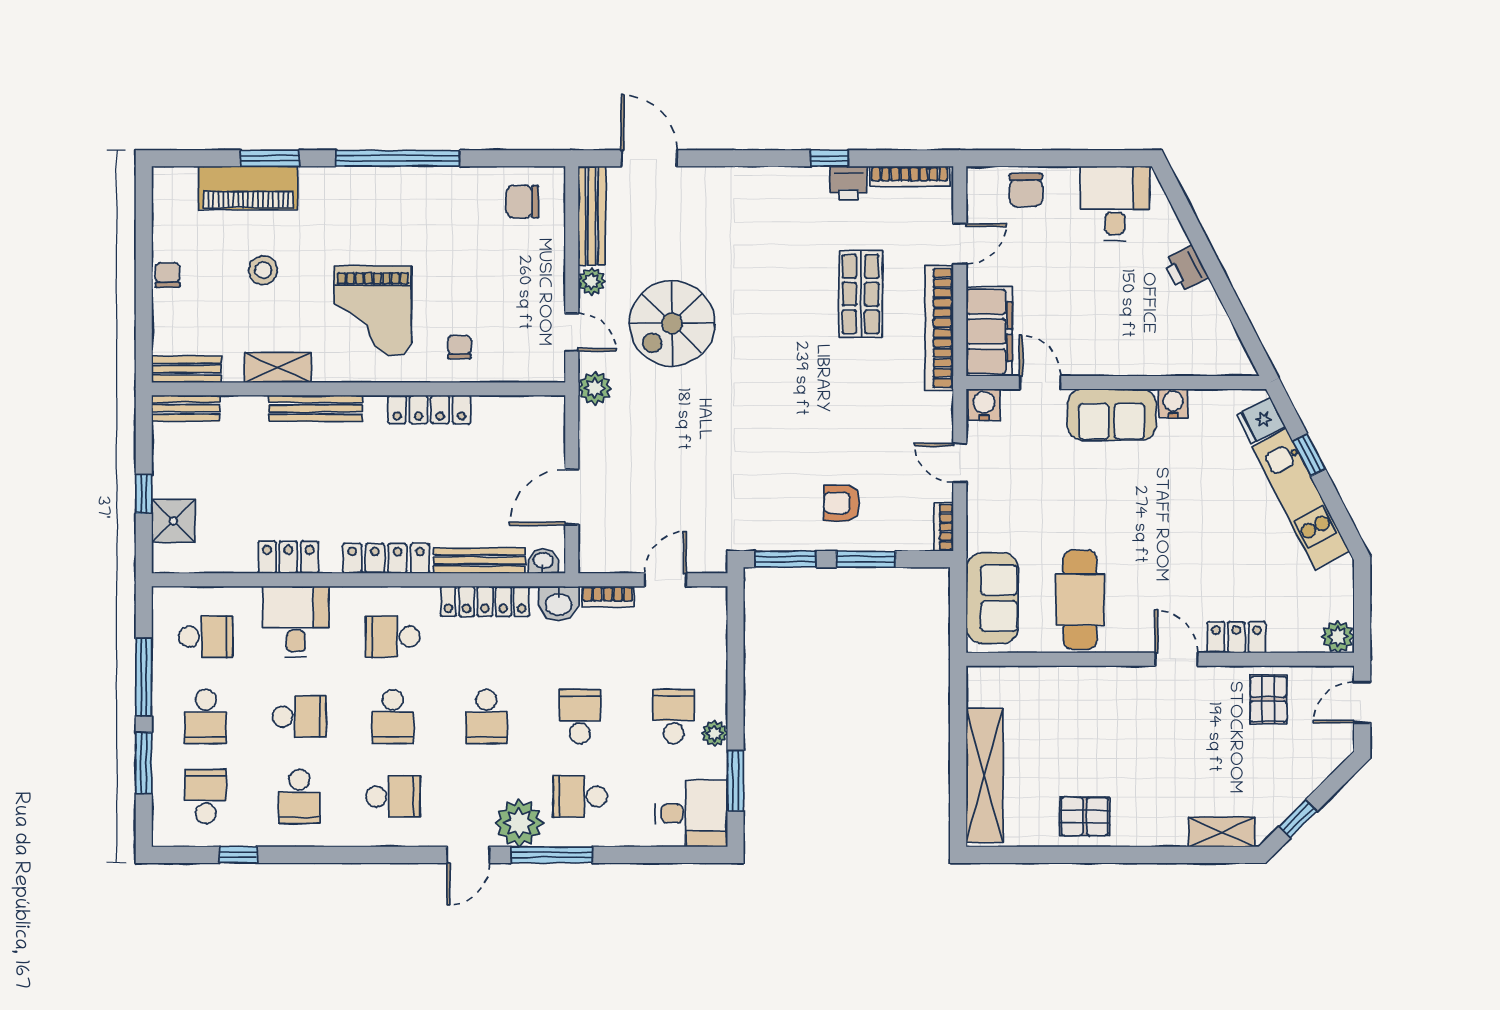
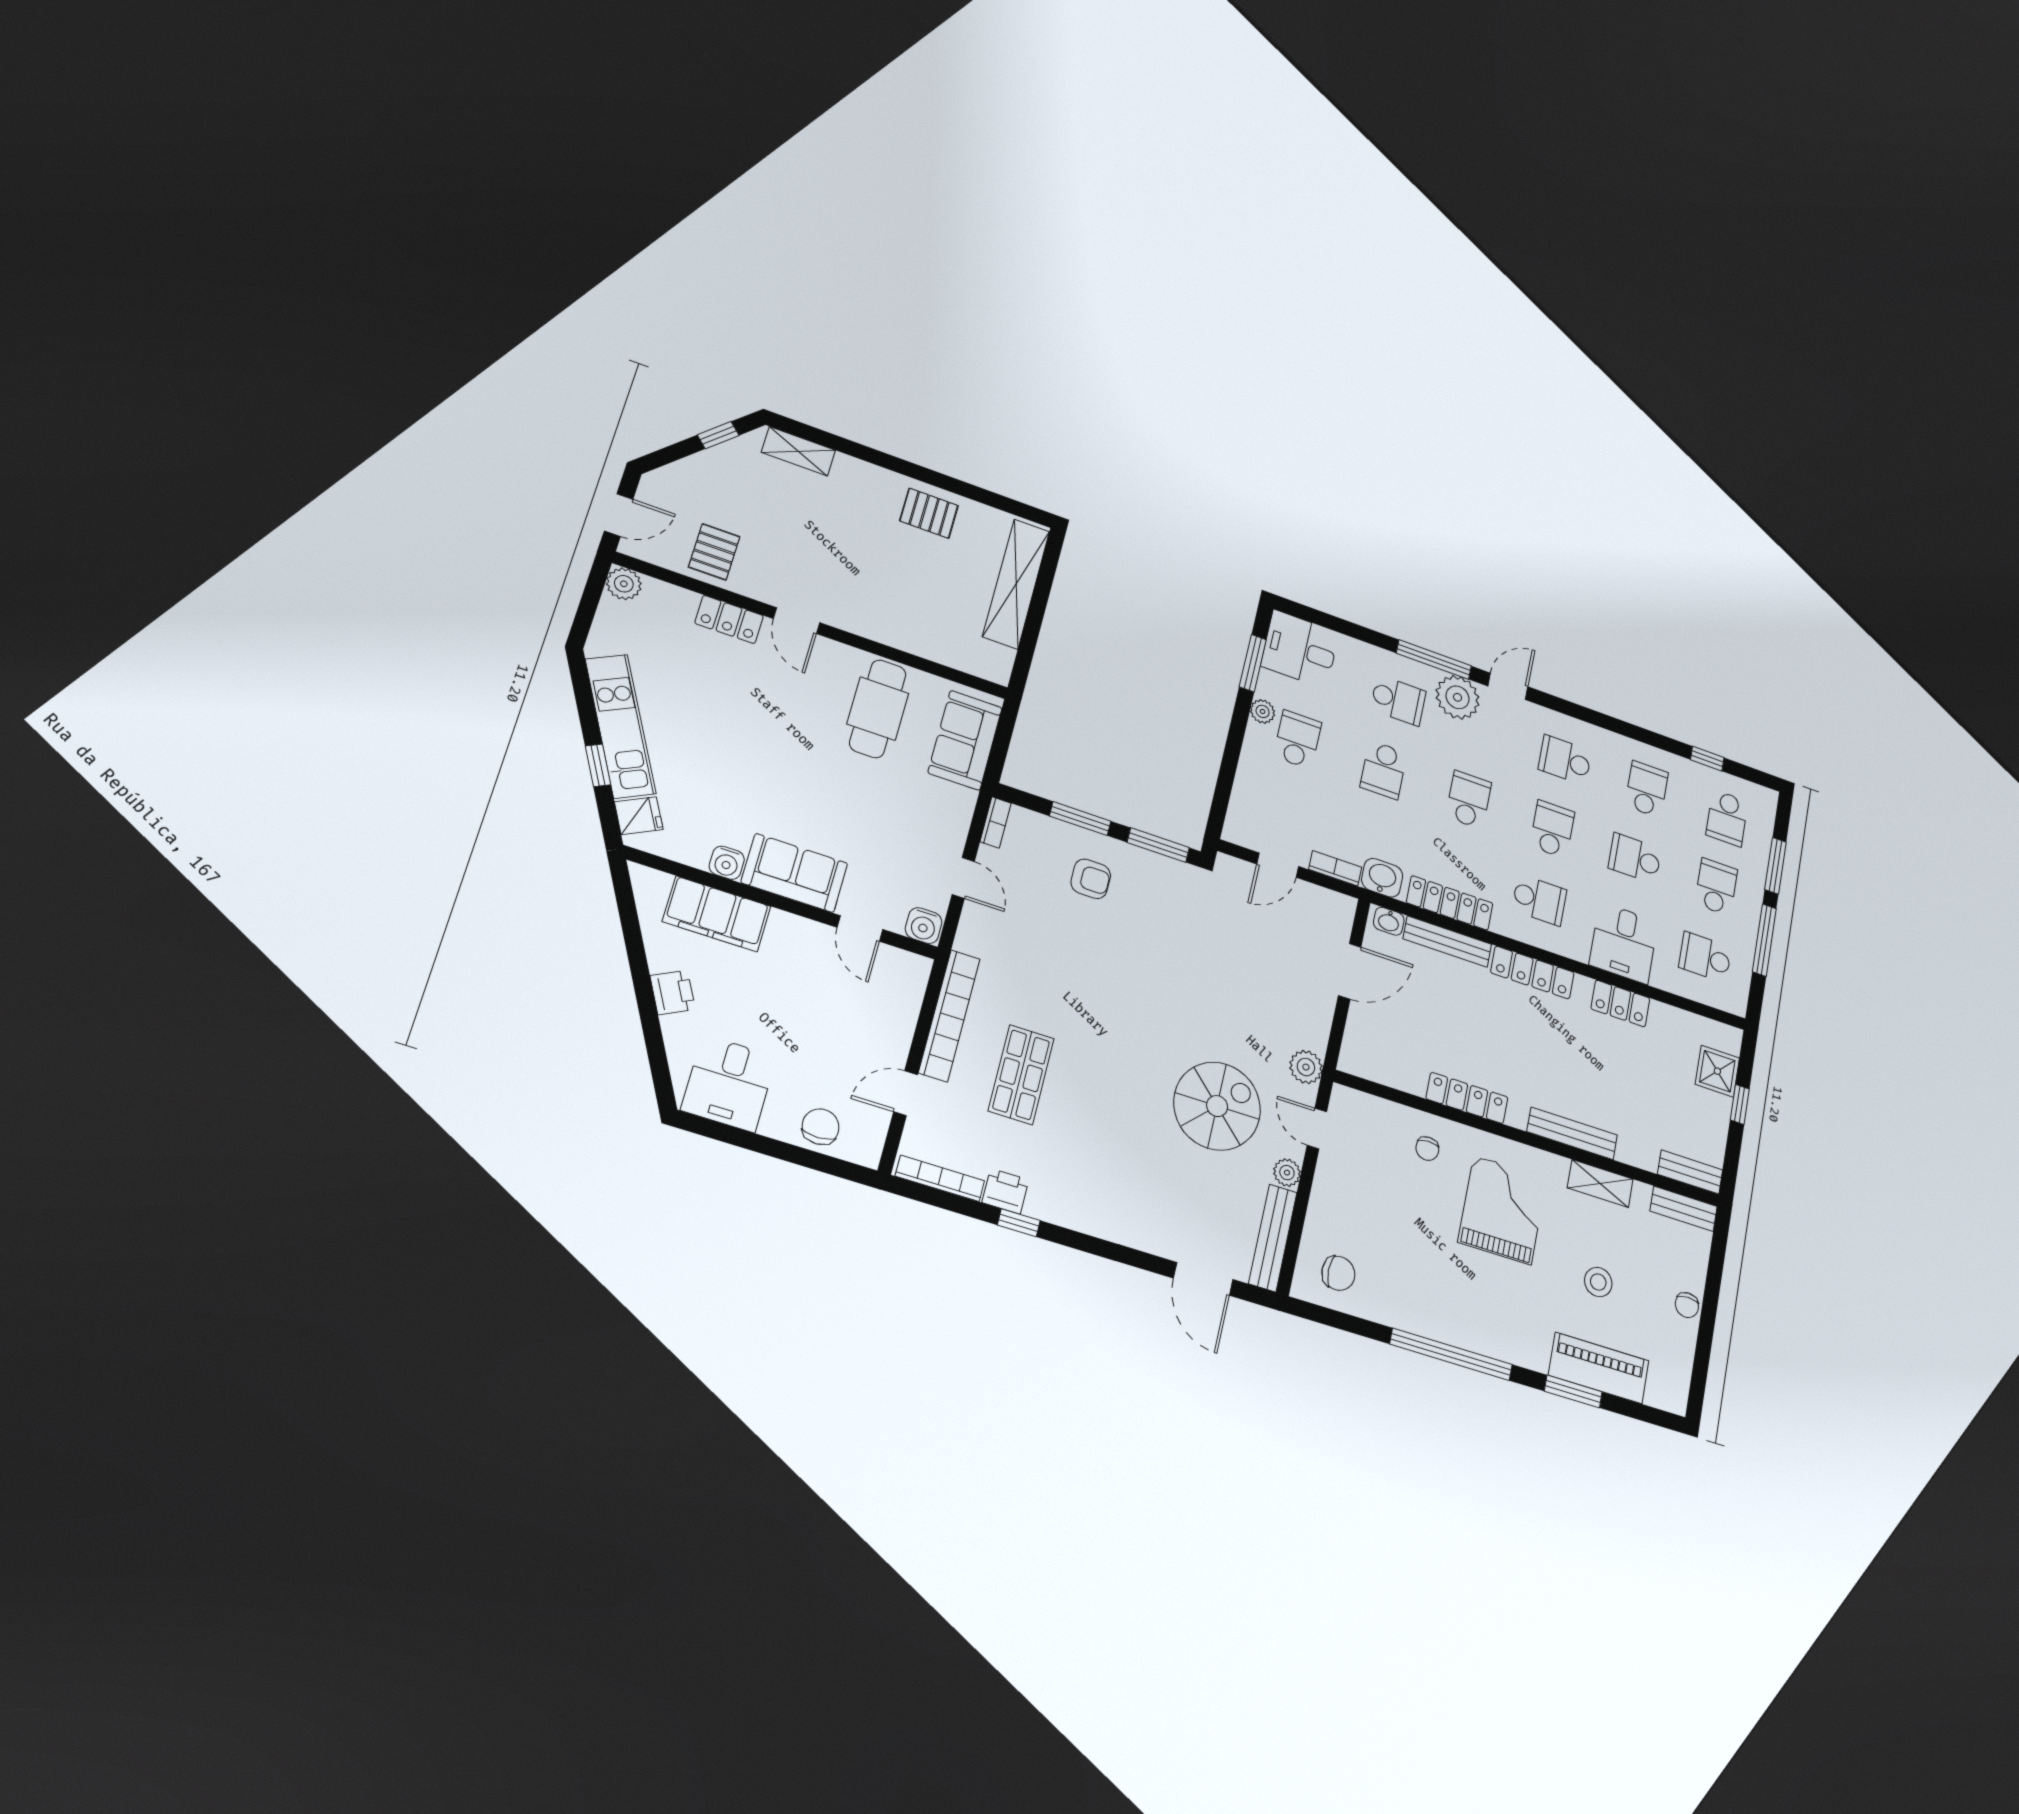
filing cabinet: (989, 332) -> (717, 914), moved, turned -90
school desk: (674, 717) -> (1297, 740), turned 180

